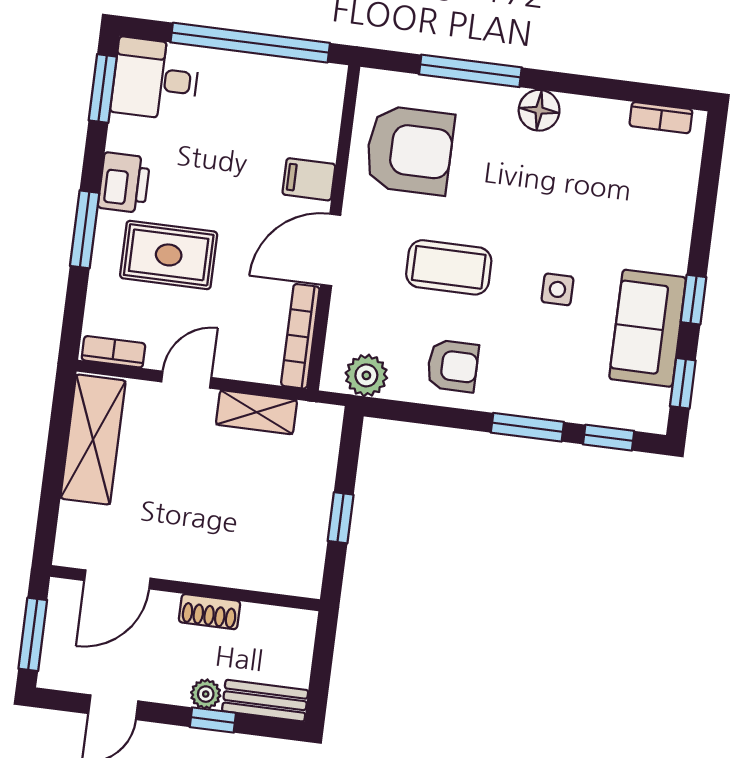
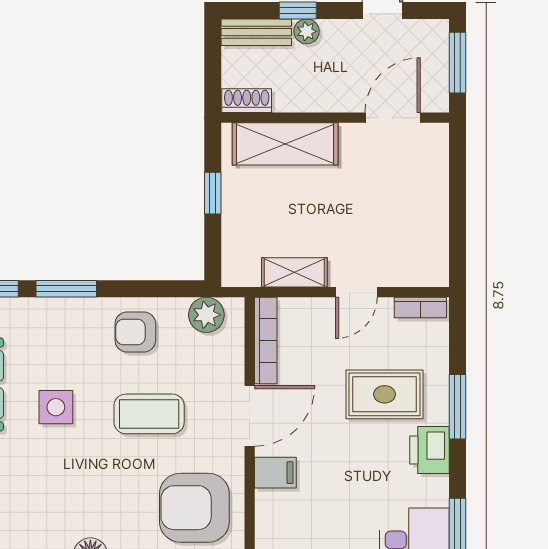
side table: (557, 289) -> (56, 407), width x1.37, depth x1.37
shelving: (93, 440) -> (285, 144), moved, turned 90
shoe rack: (210, 612) -> (247, 101), moved

